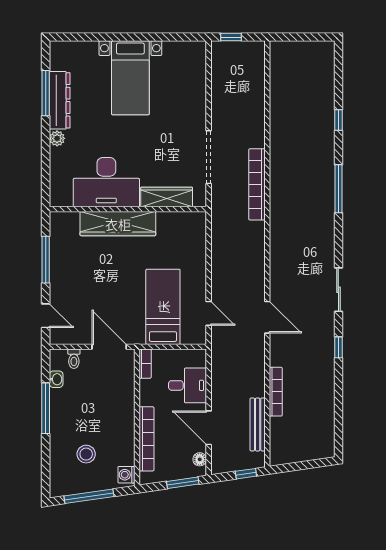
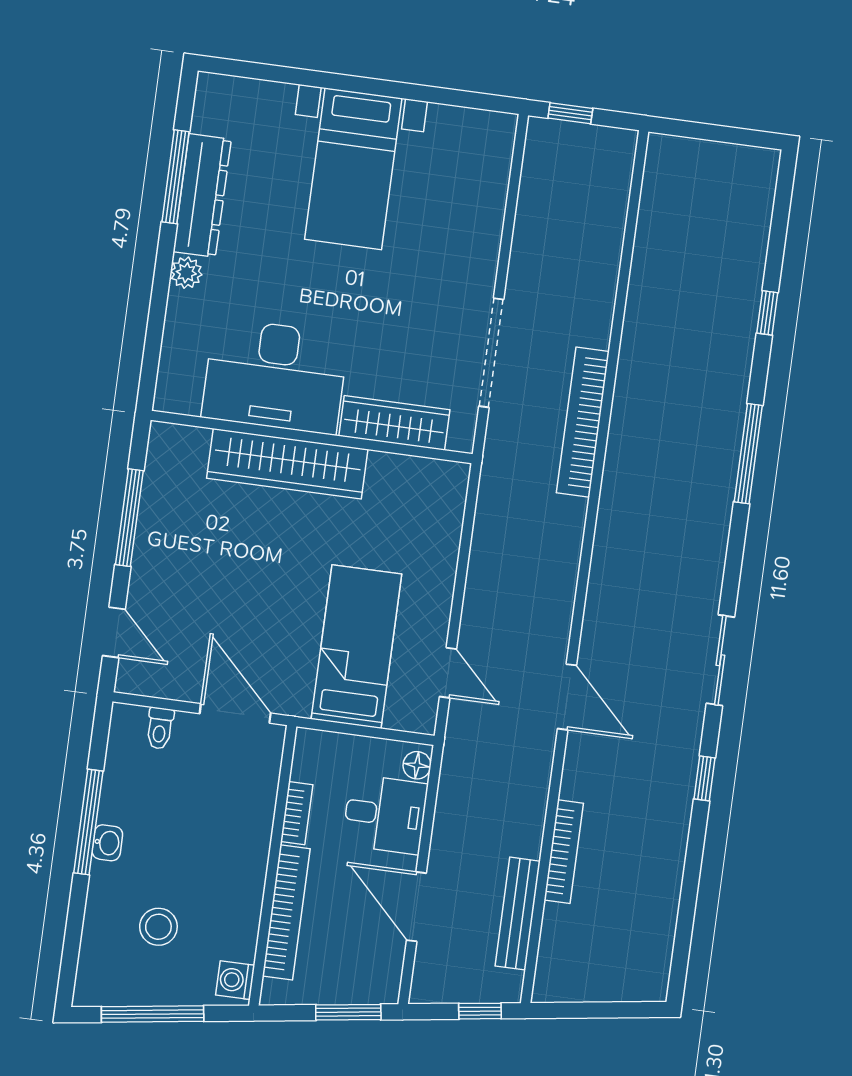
bookcase: (145, 364) -> (297, 813), moved
washbasin: (56, 379) -> (107, 843), moved
floor lamp: (200, 459) -> (417, 765), moved

